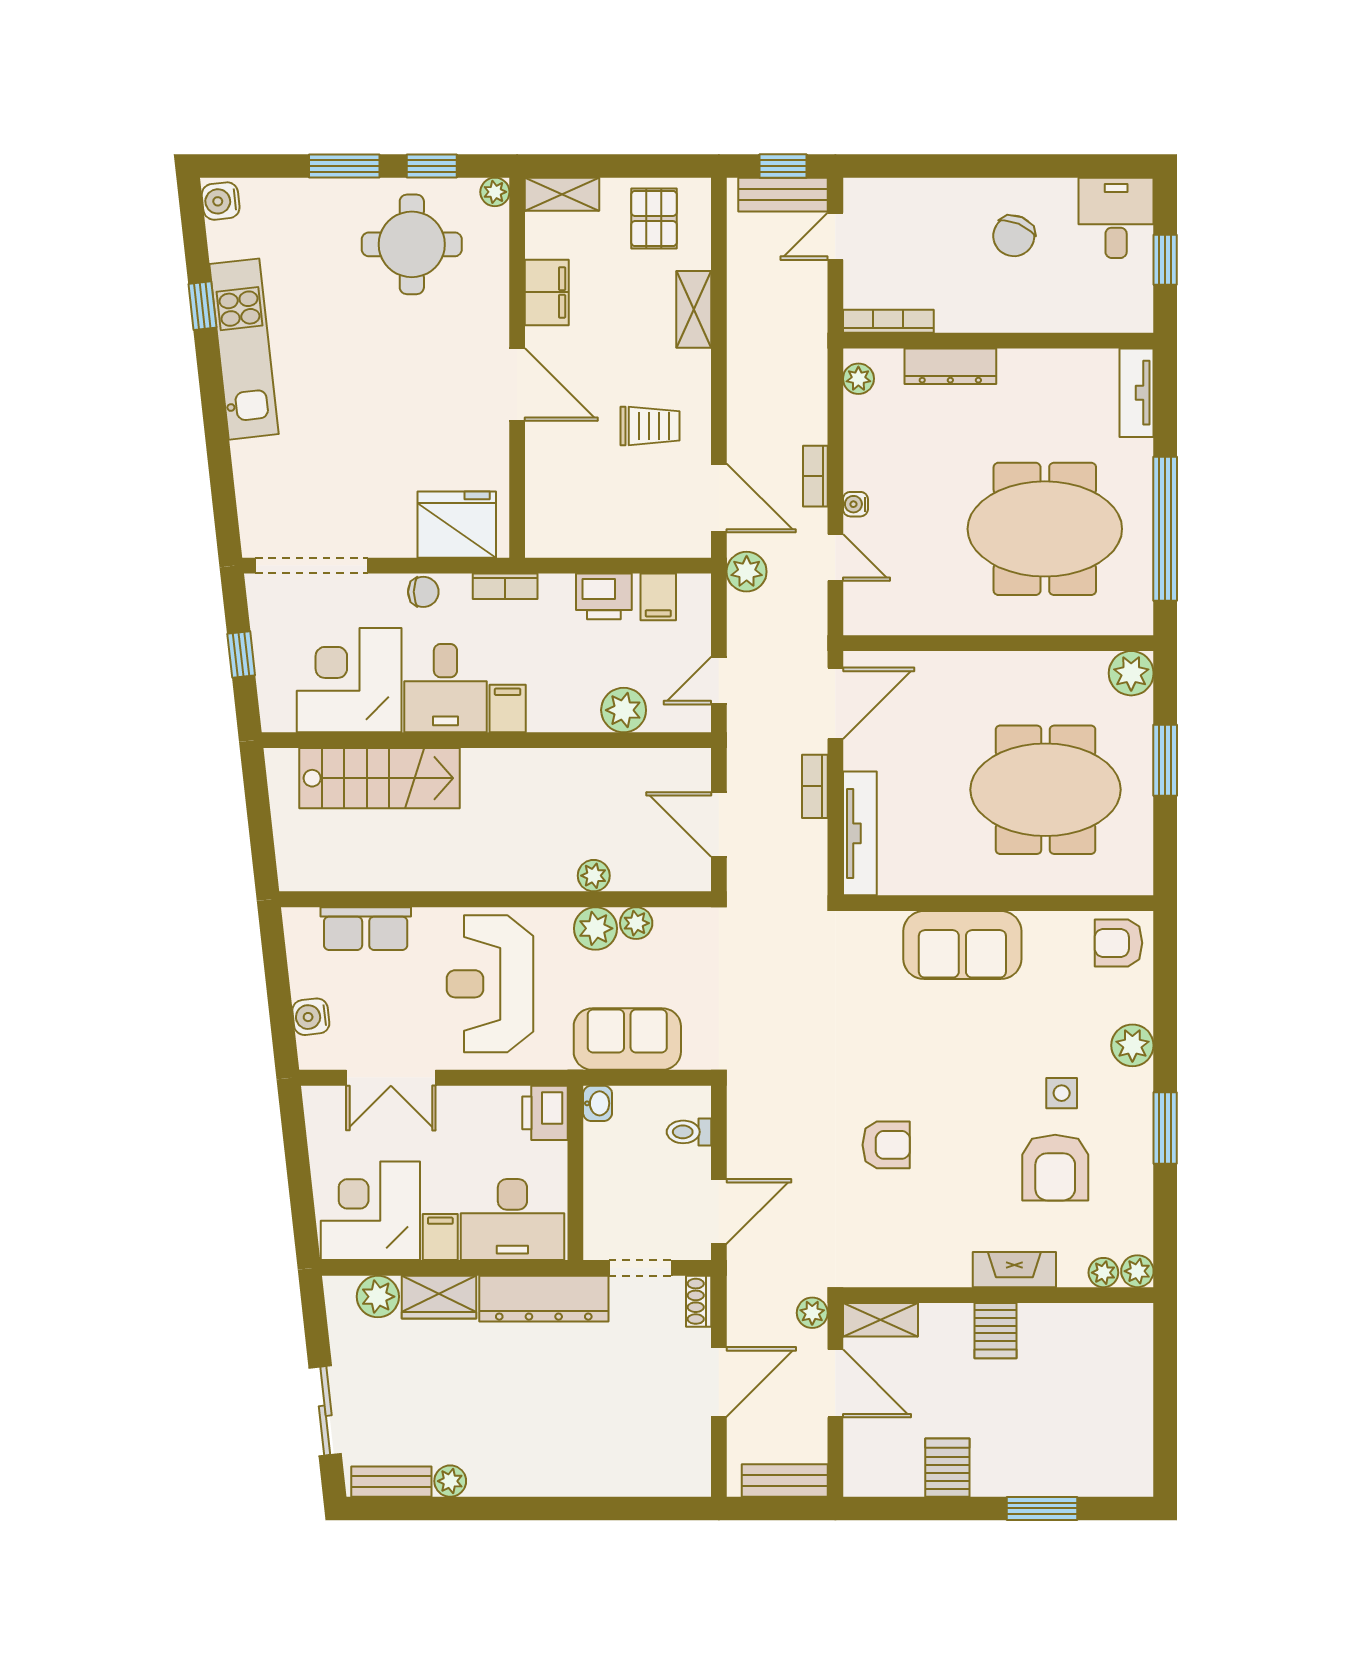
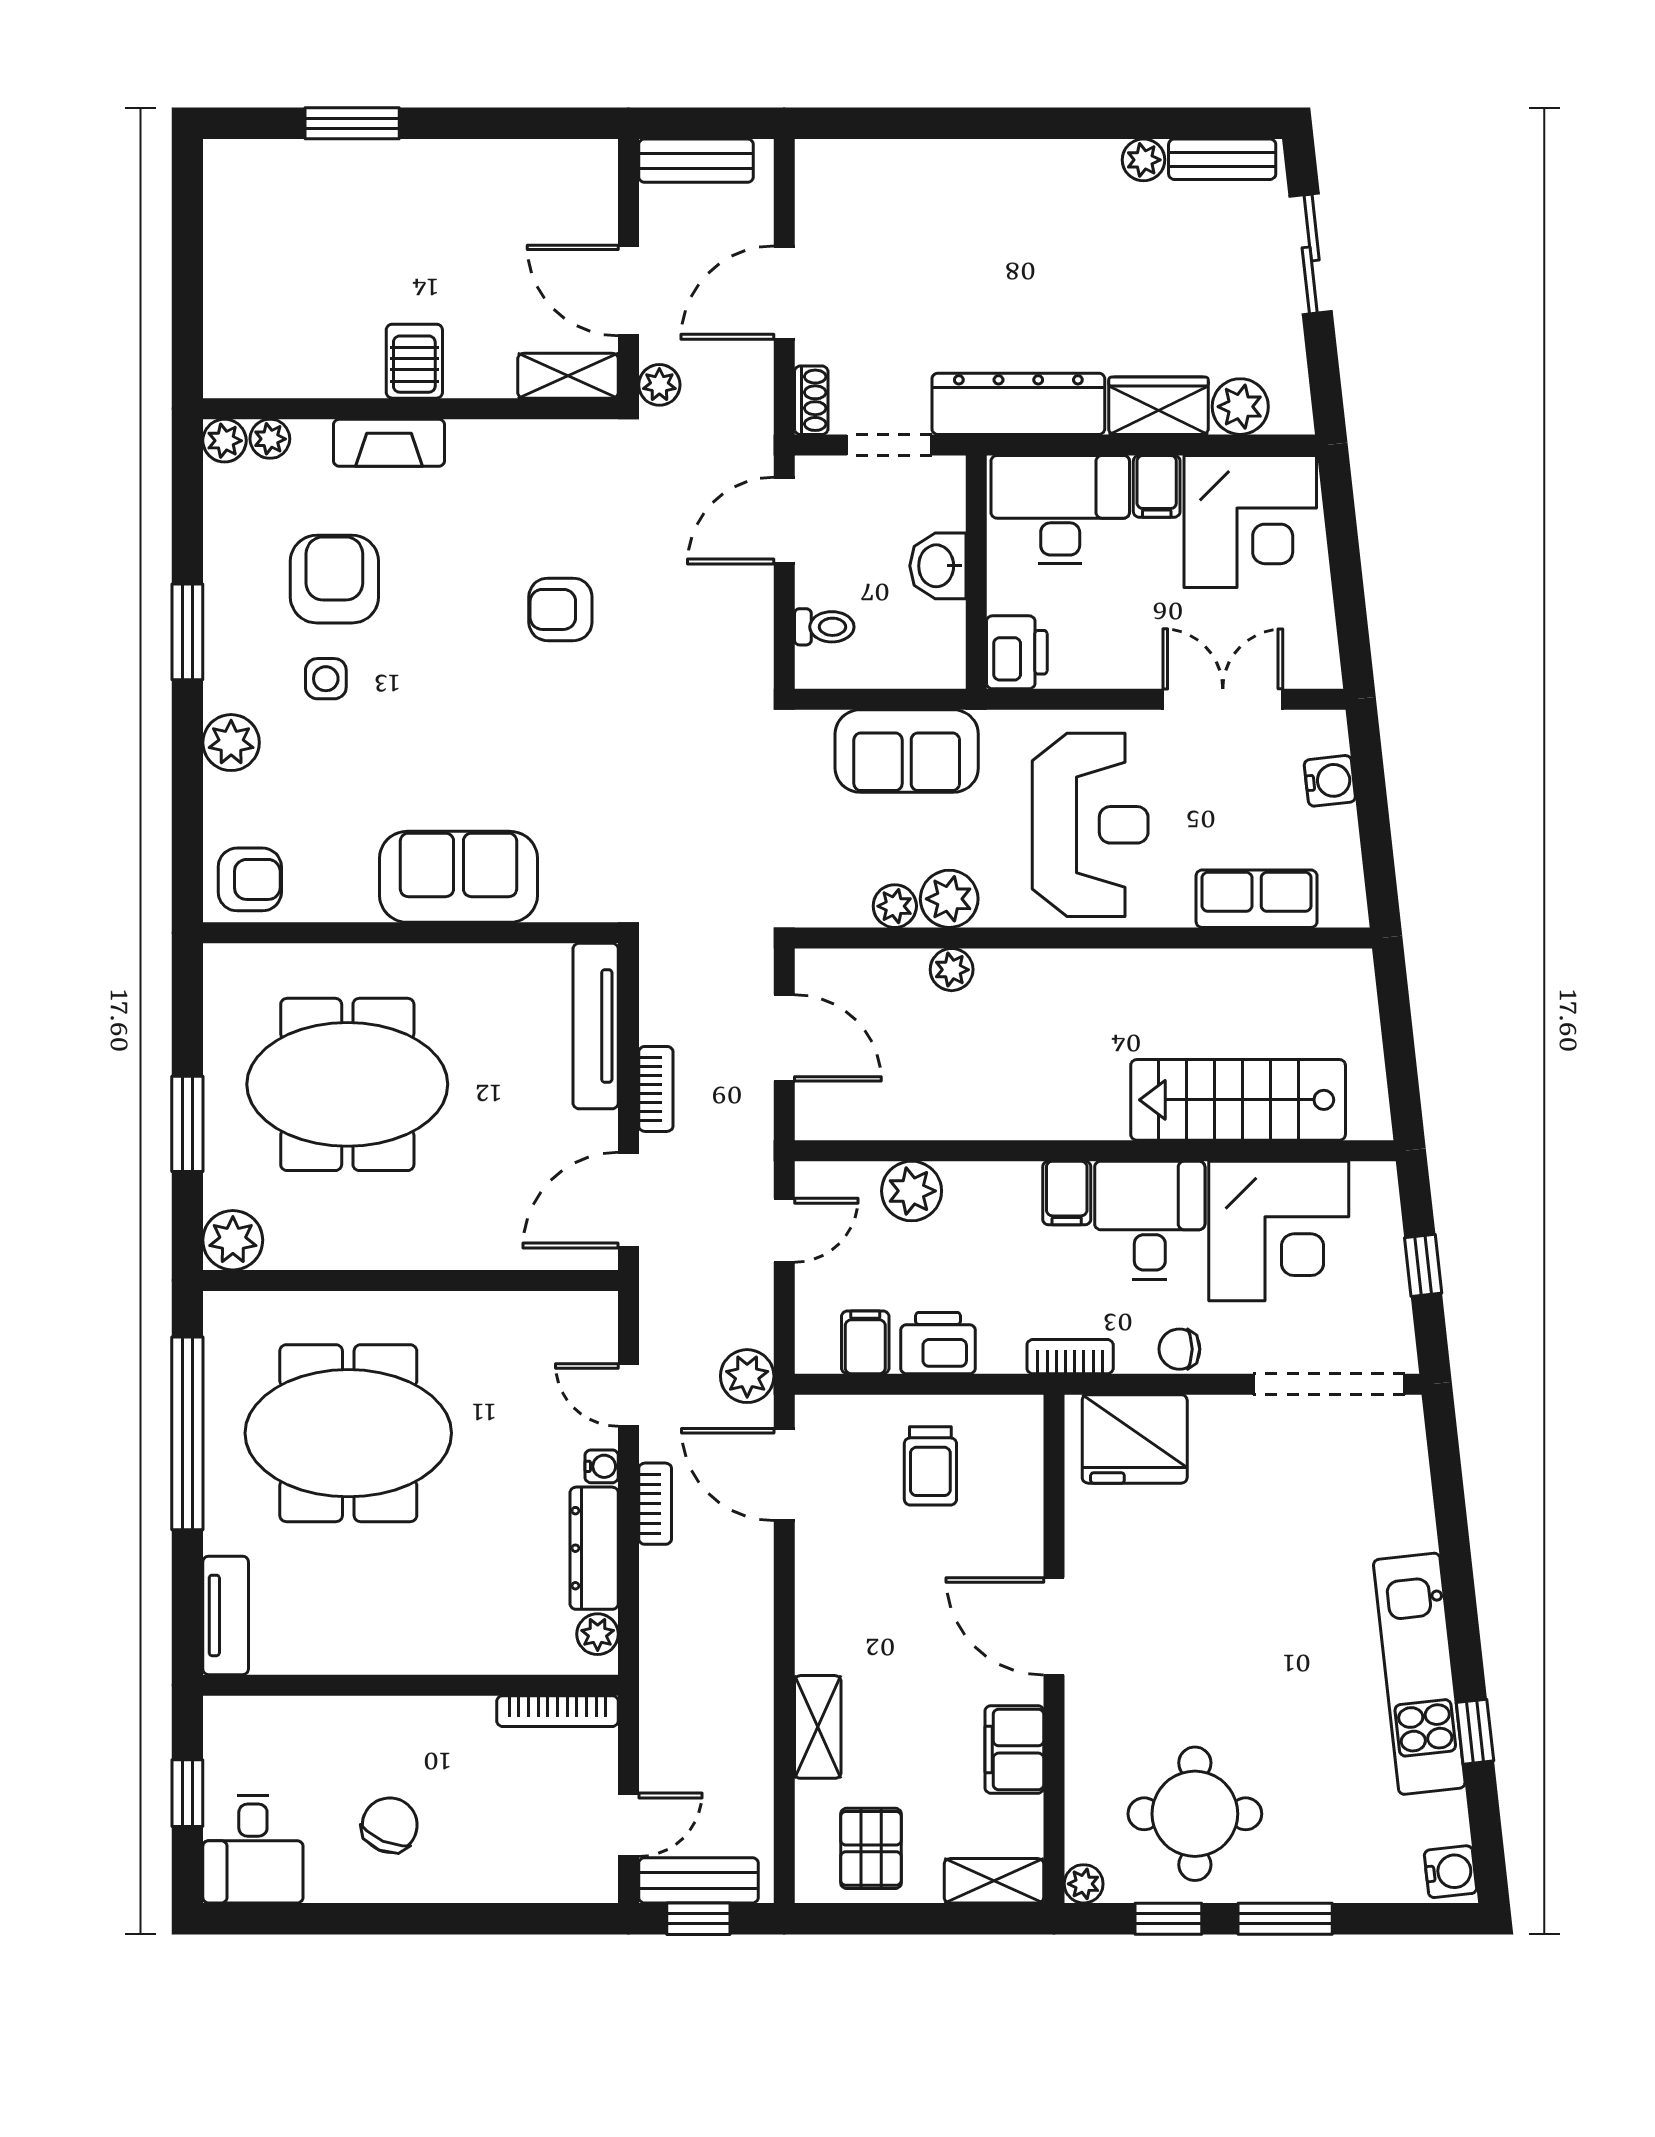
dresser: (950, 366) -> (594, 1548), moved, turned -90
trolley: (650, 426) -> (930, 1466), moved, turned -90
washbasin: (598, 1103) -> (938, 566), moved, width x1.38, depth x1.45
server rack: (947, 1468) -> (479, 178), removed

